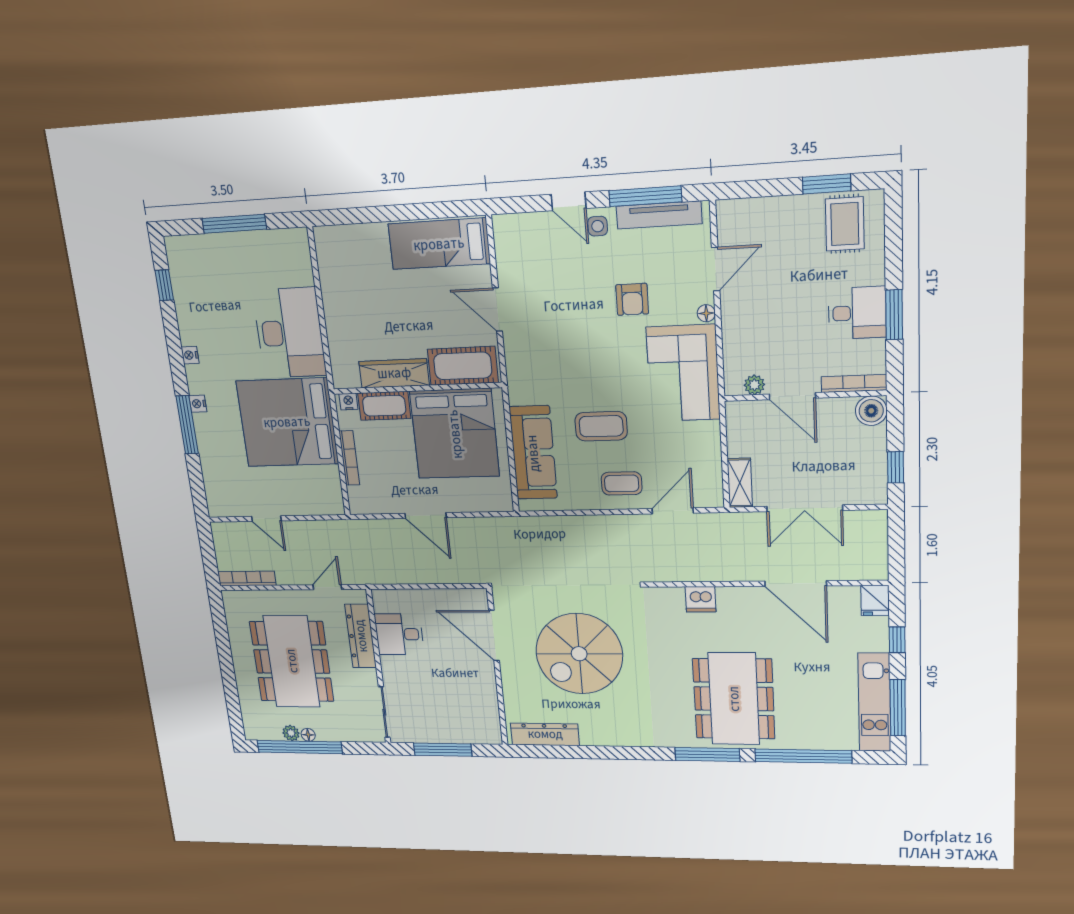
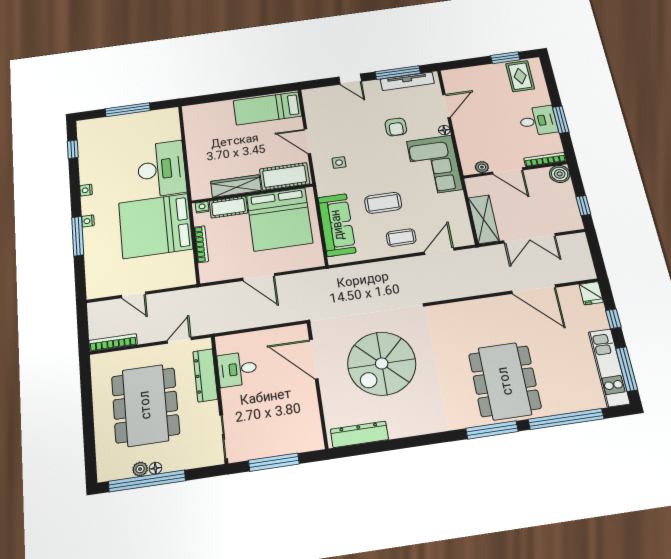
side table: (598, 226) -> (339, 163), moved
shelving: (740, 483) -> (484, 219), width x1.50, depth x1.33
dishwasher: (701, 599) -> (468, 310), removed

